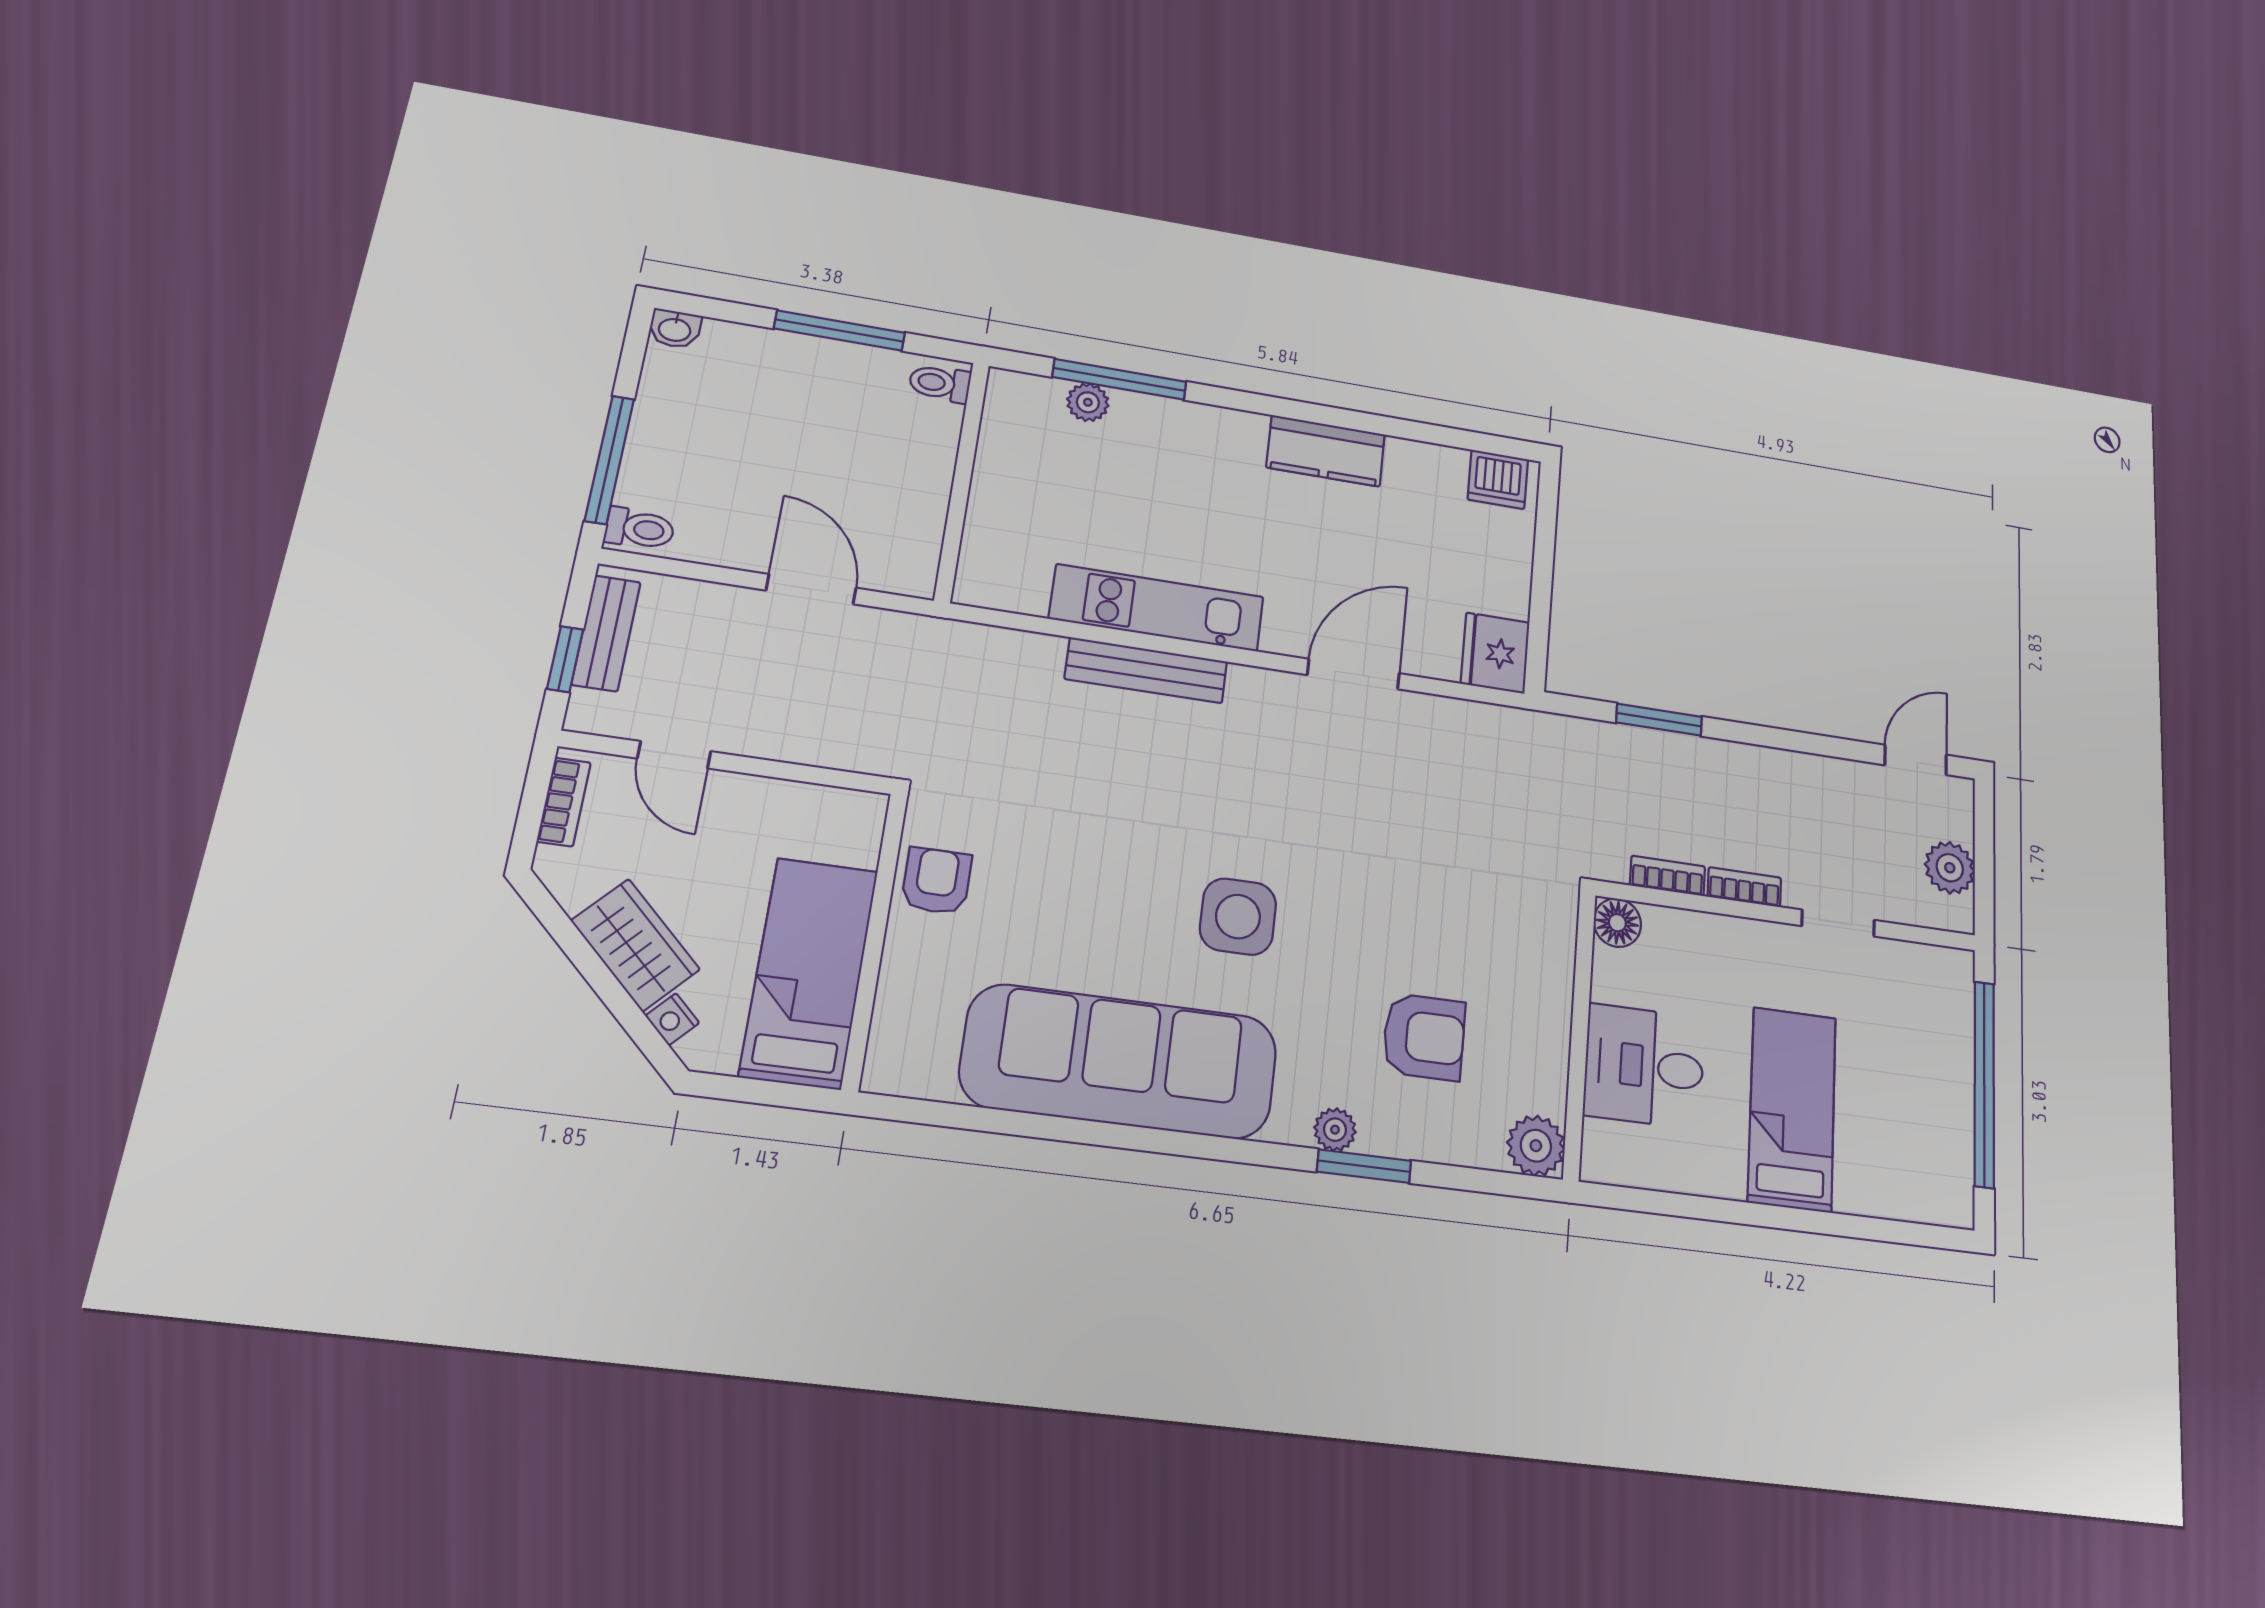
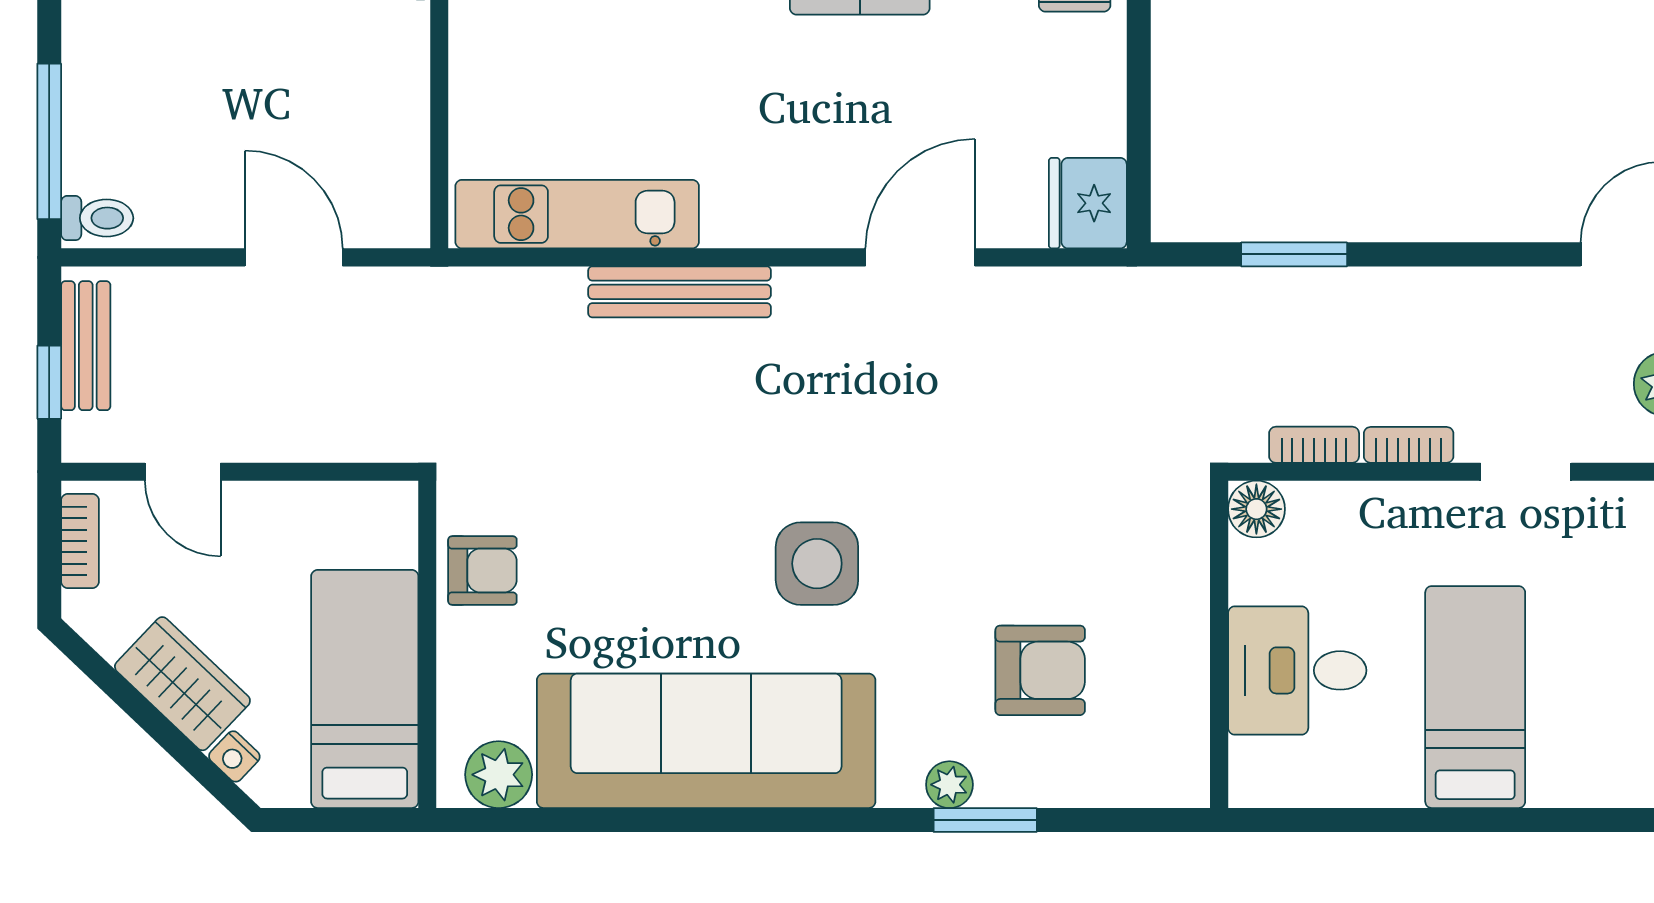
kitchen unit: (1157, 608) -> (577, 214), moved
armchair: (937, 881) -> (482, 570), turned 90
plant: (1536, 1146) -> (499, 775), moved

